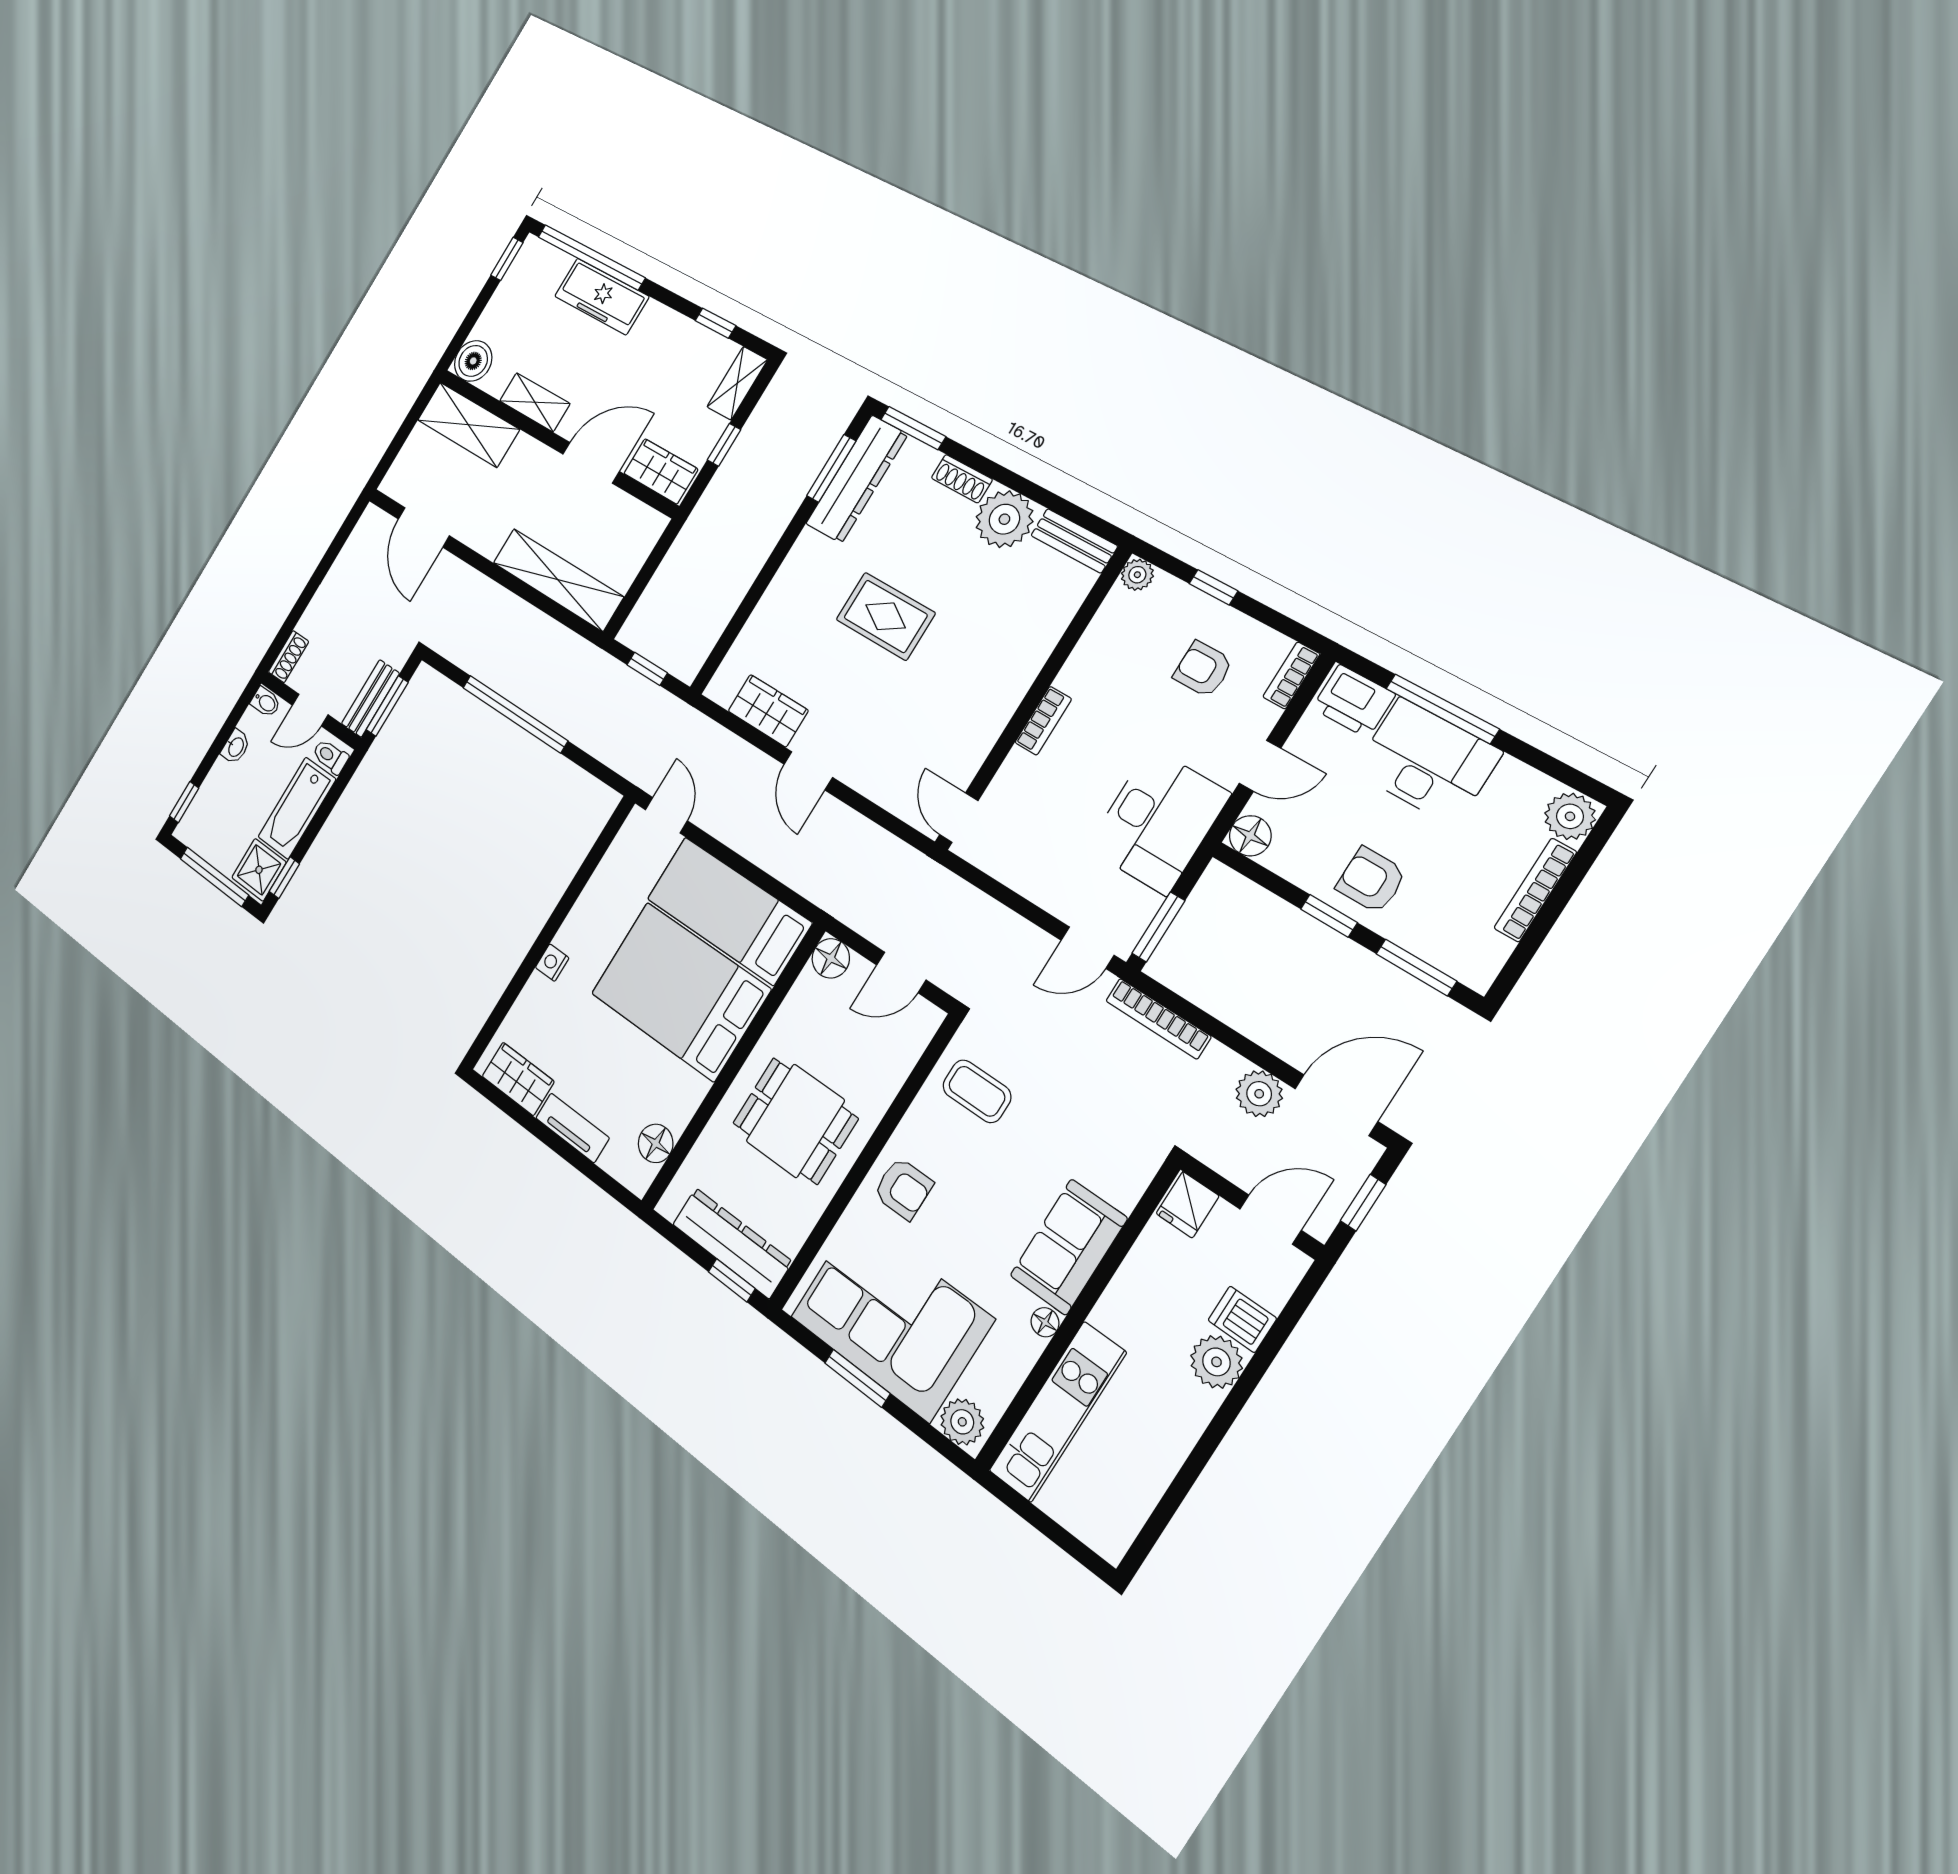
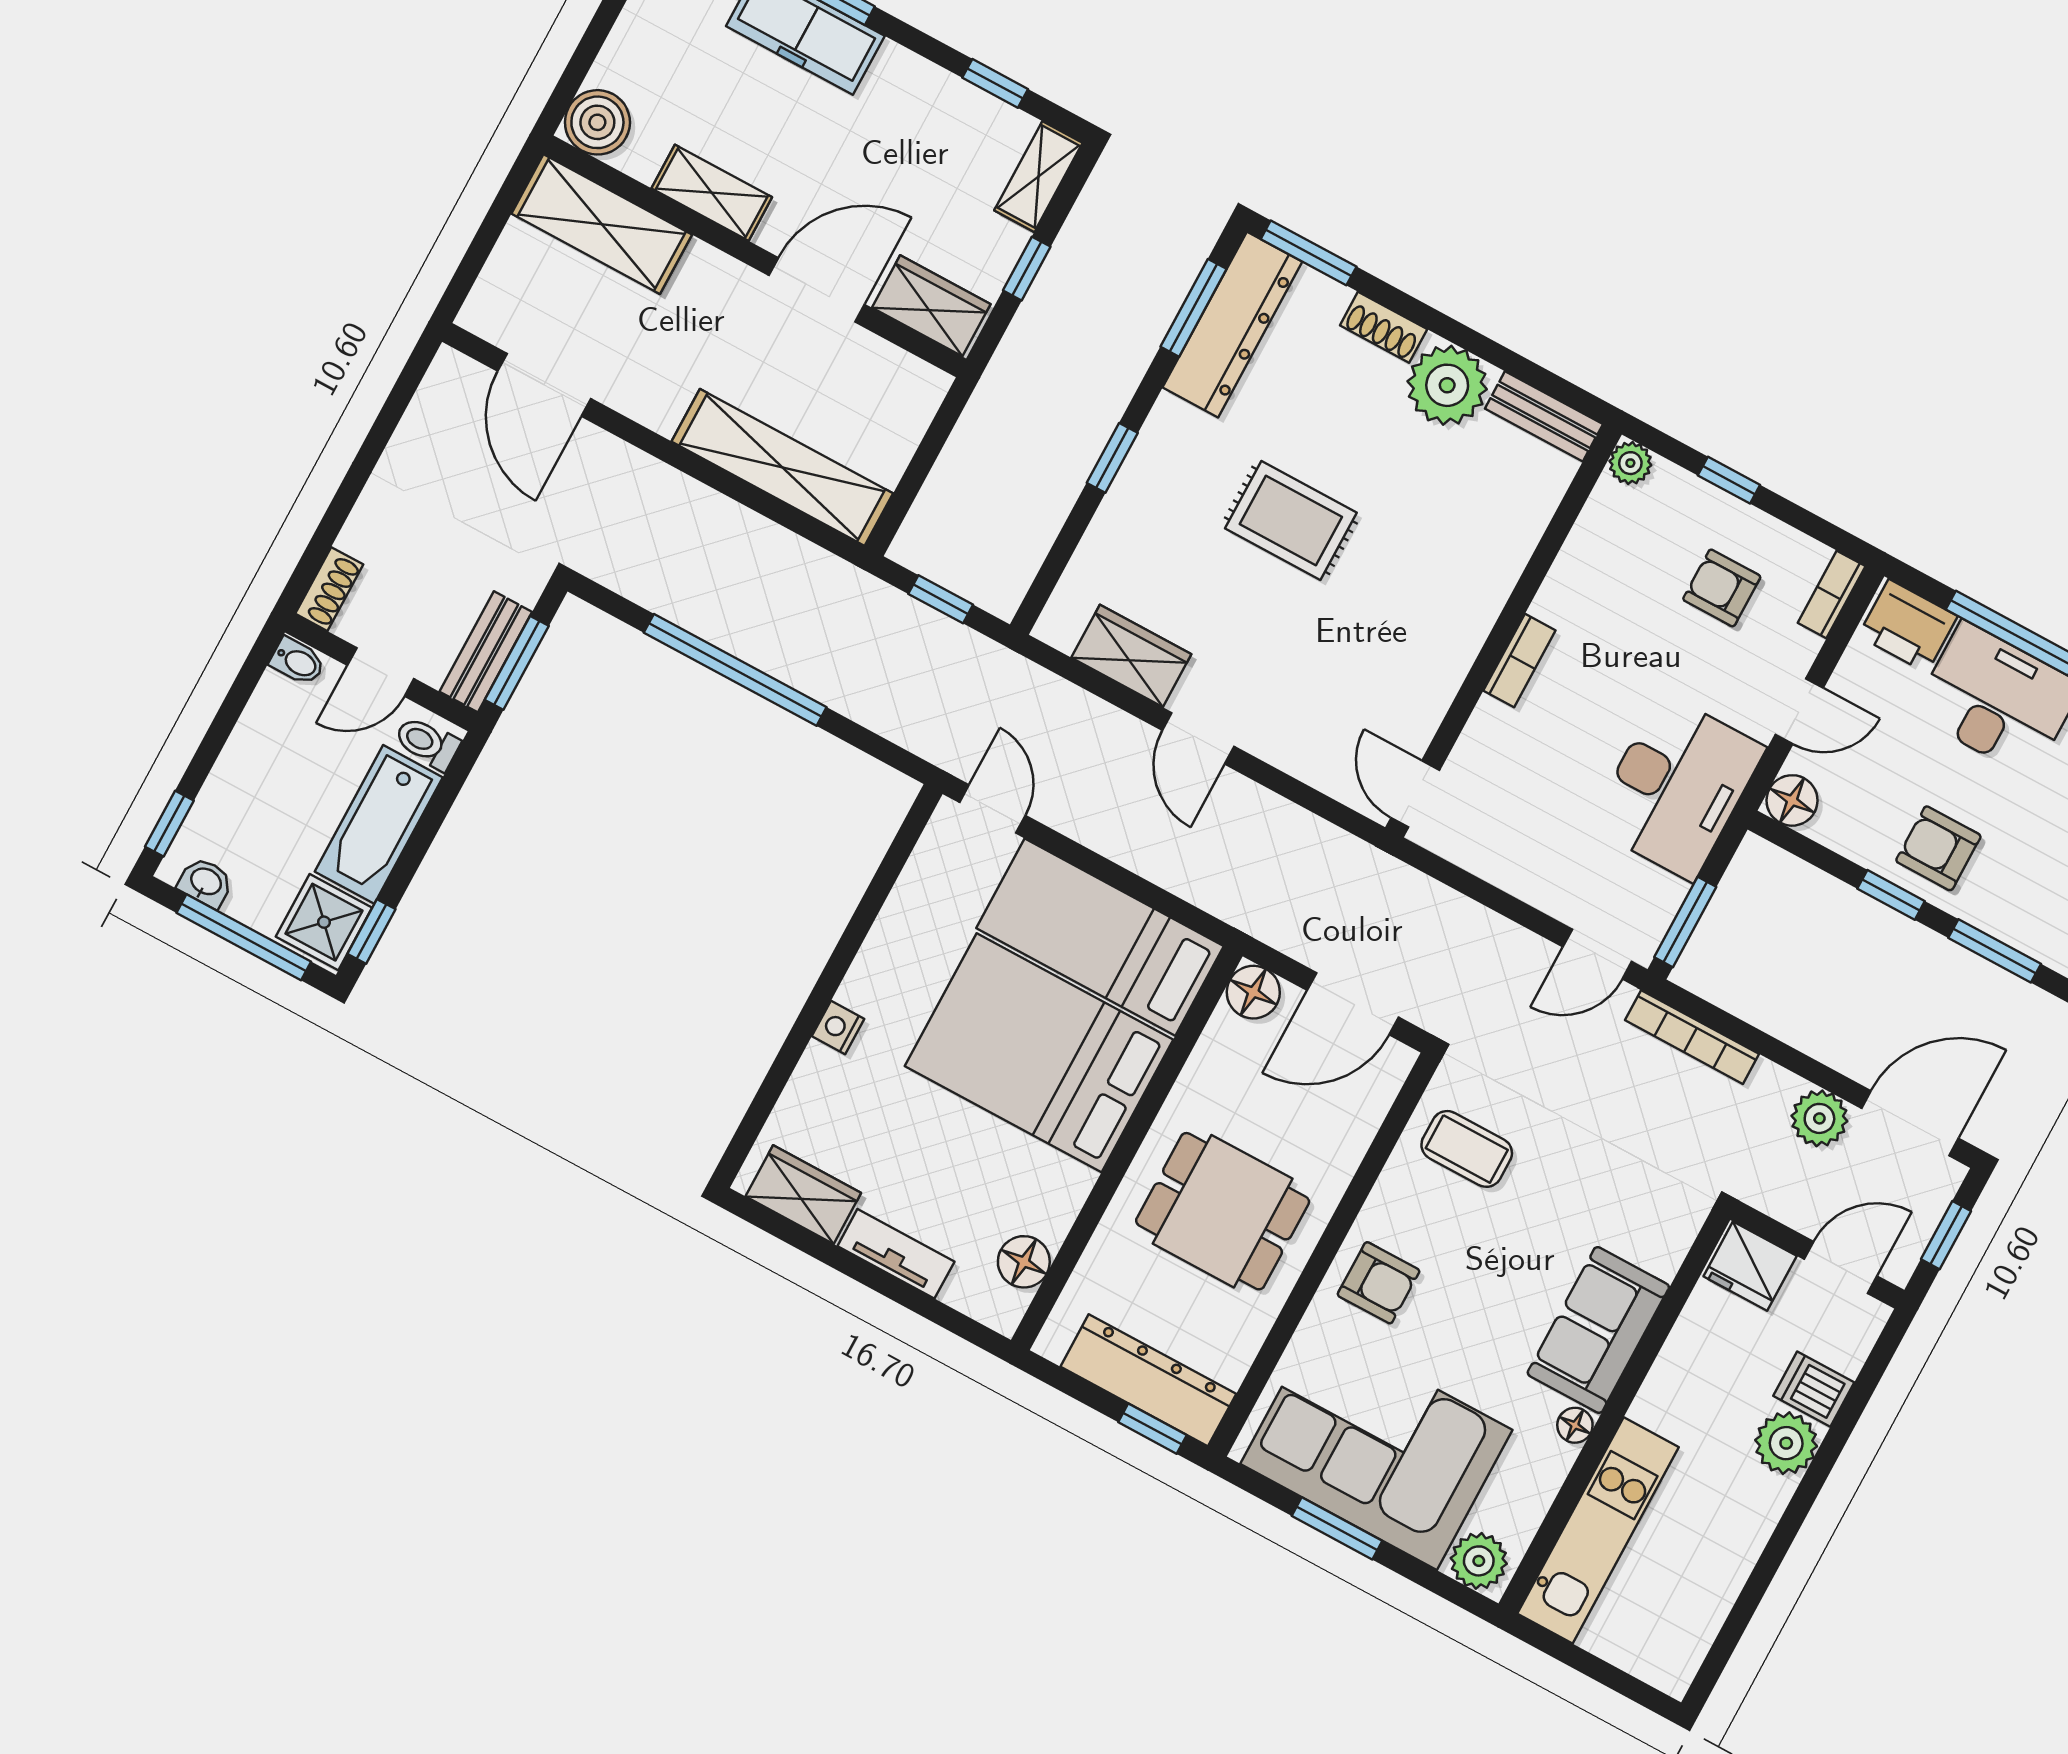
window: (768, 572) -> (1112, 458), added
washbasin: (236, 747) -> (206, 882), moved, turned -90
door: (901, 972) -> (1353, 1004), width x1.38
fridge: (1188, 1205) -> (1750, 1266), width x1.38

